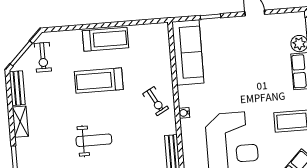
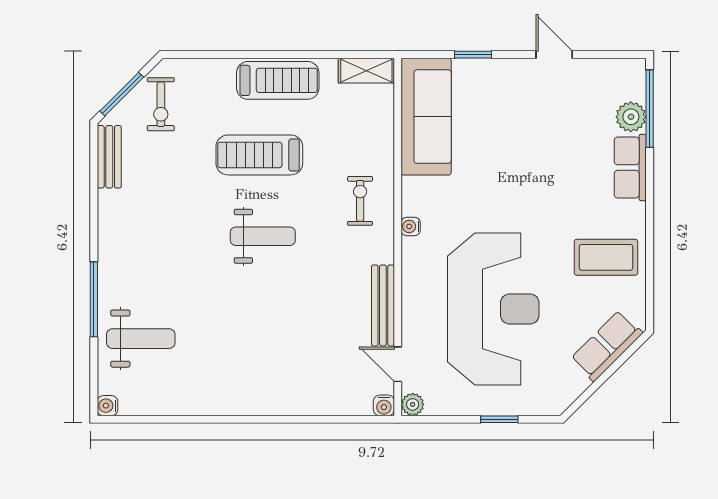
exercise bike: (156, 101) -> (360, 201), turned -151
shelving: (20, 122) -> (366, 71), moved, turned 90
weight bench: (94, 140) -> (263, 236), moved

